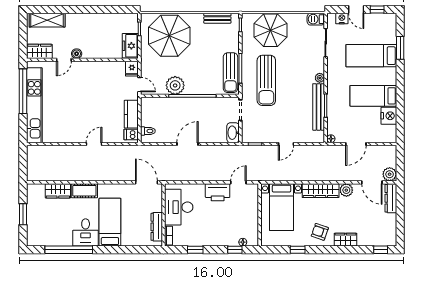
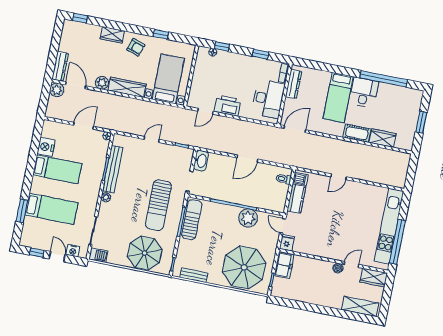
sun lounger: (266, 80) -> (158, 205), turned 180
door: (146, 182) -> (295, 129), swing flipped

